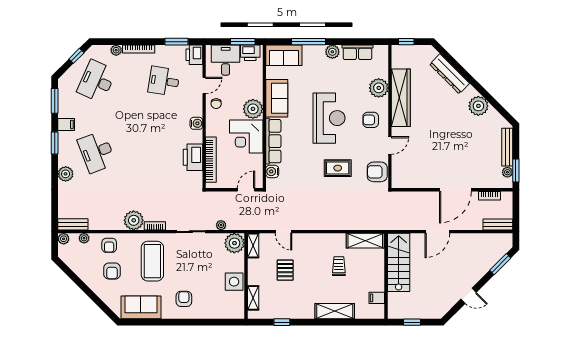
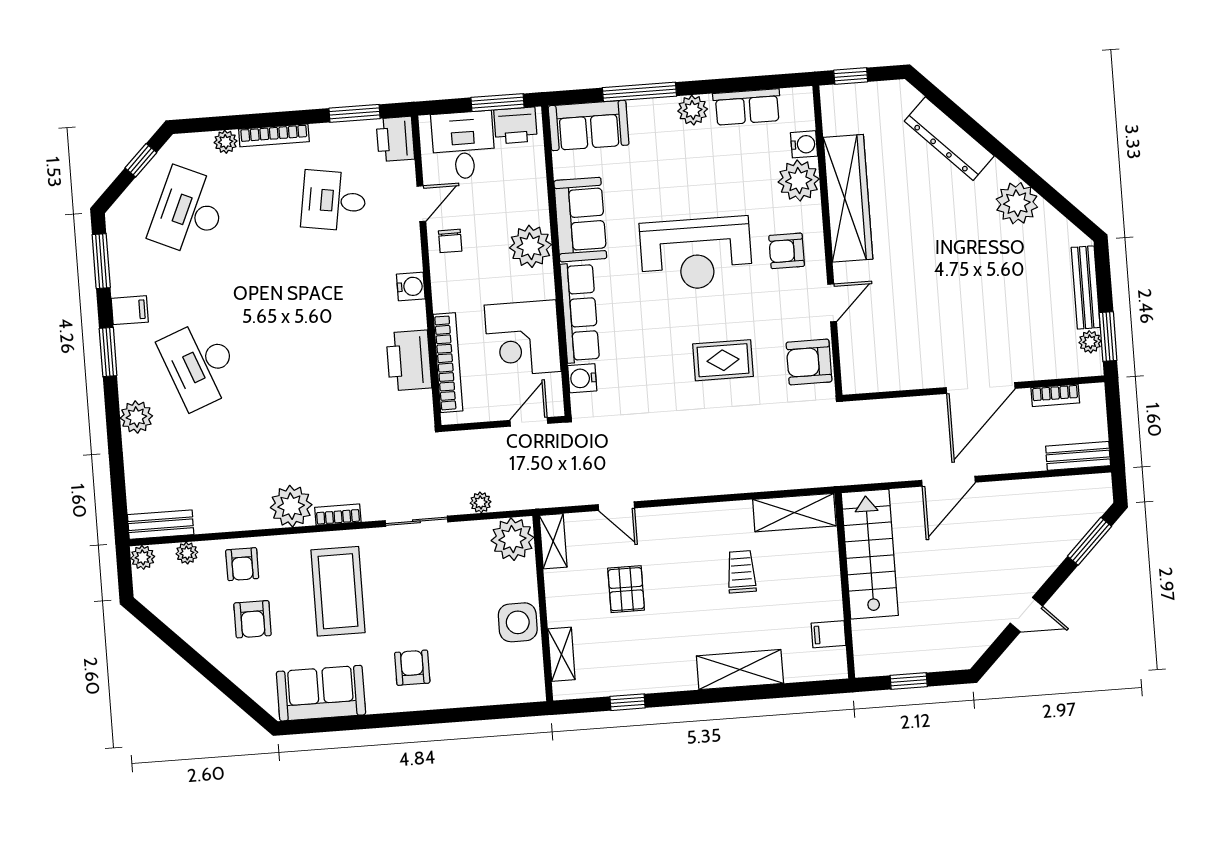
water cooler: (382, 71) -> (804, 144), added
reception desk: (329, 118) -> (696, 254), turned 90
corner desk: (246, 136) -> (523, 338), moved

